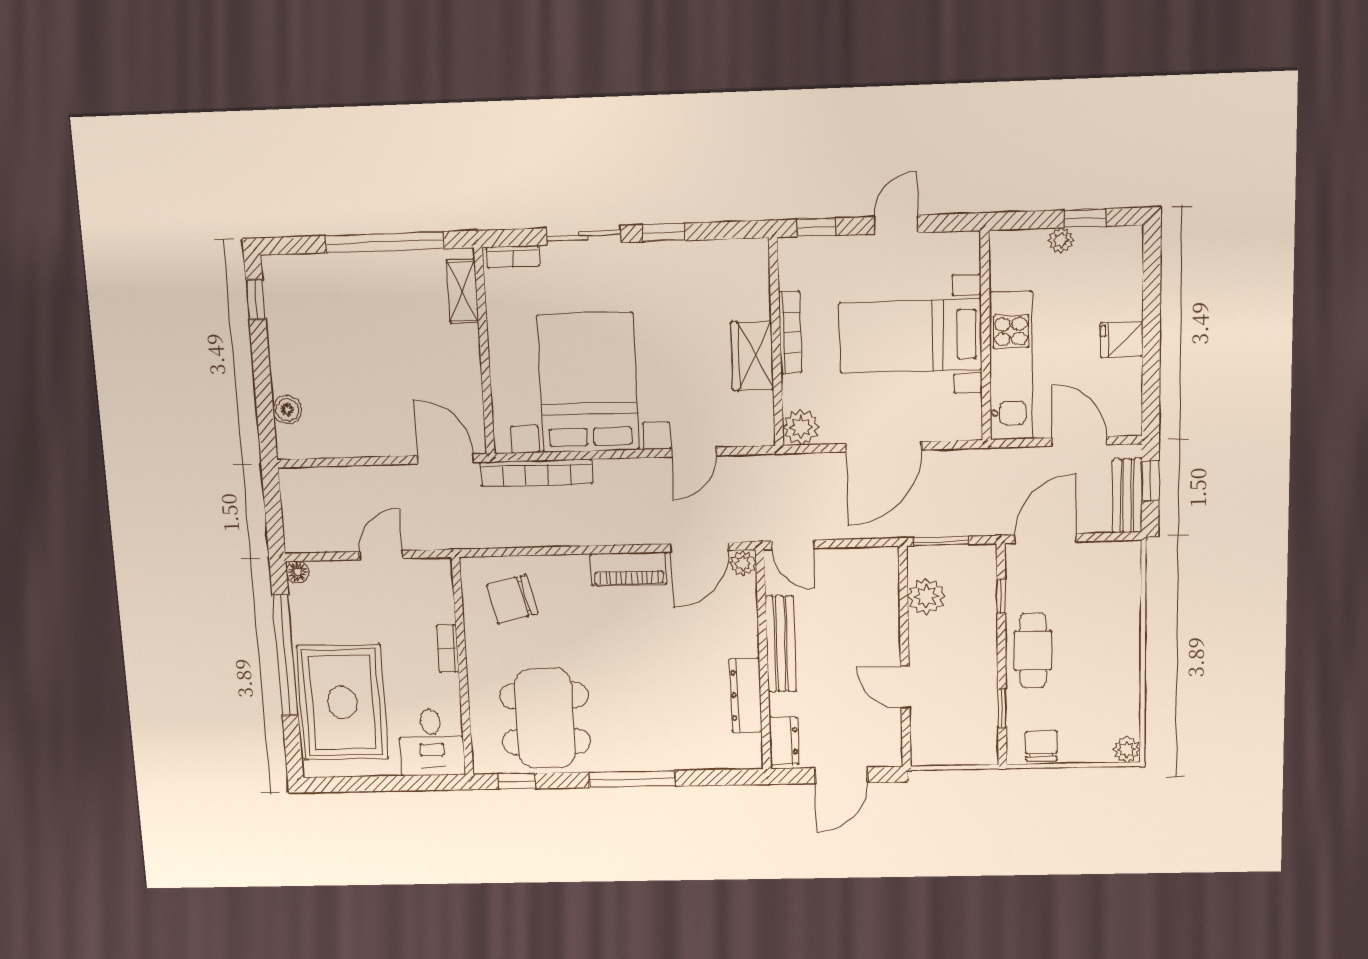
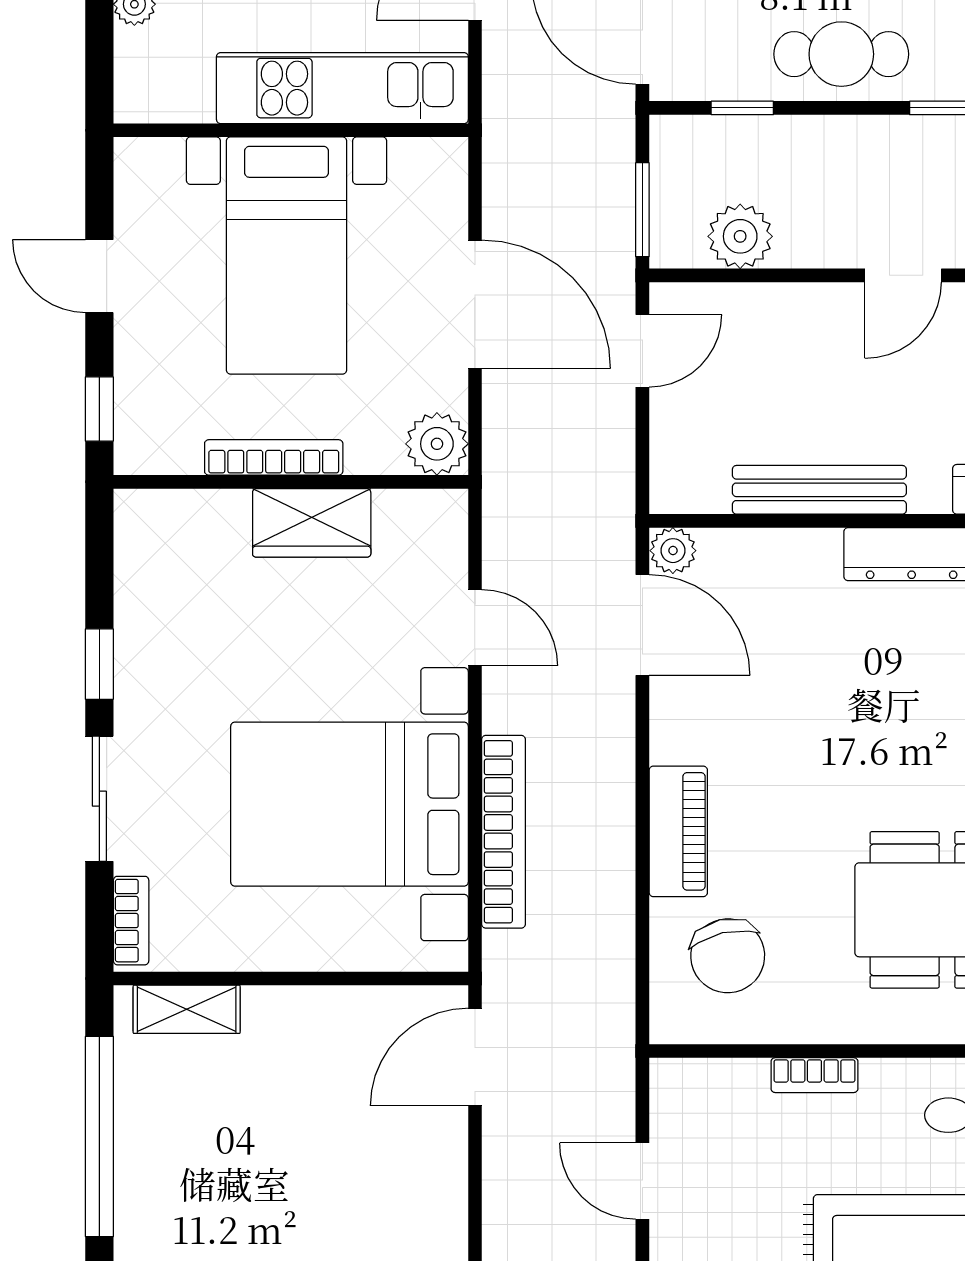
bookcase: (536, 473) -> (504, 832), moved
door: (793, 545) -> (642, 351), moved
piano: (628, 569) -> (678, 831), moved

